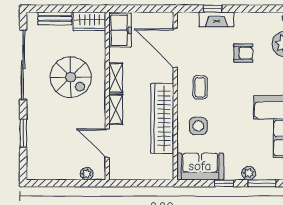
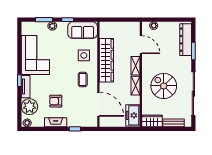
fireplace: (217, 19) -> (56, 122), moved
dresser: (36, 151) -> (186, 40), added

